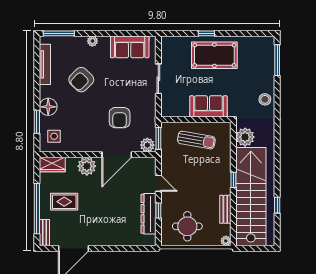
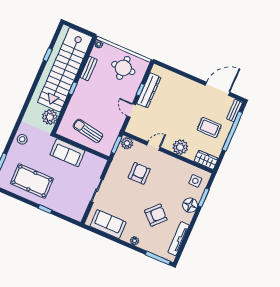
pool table: (214, 55) -> (32, 181), moved
door: (117, 155) -> (154, 146), width x0.53

